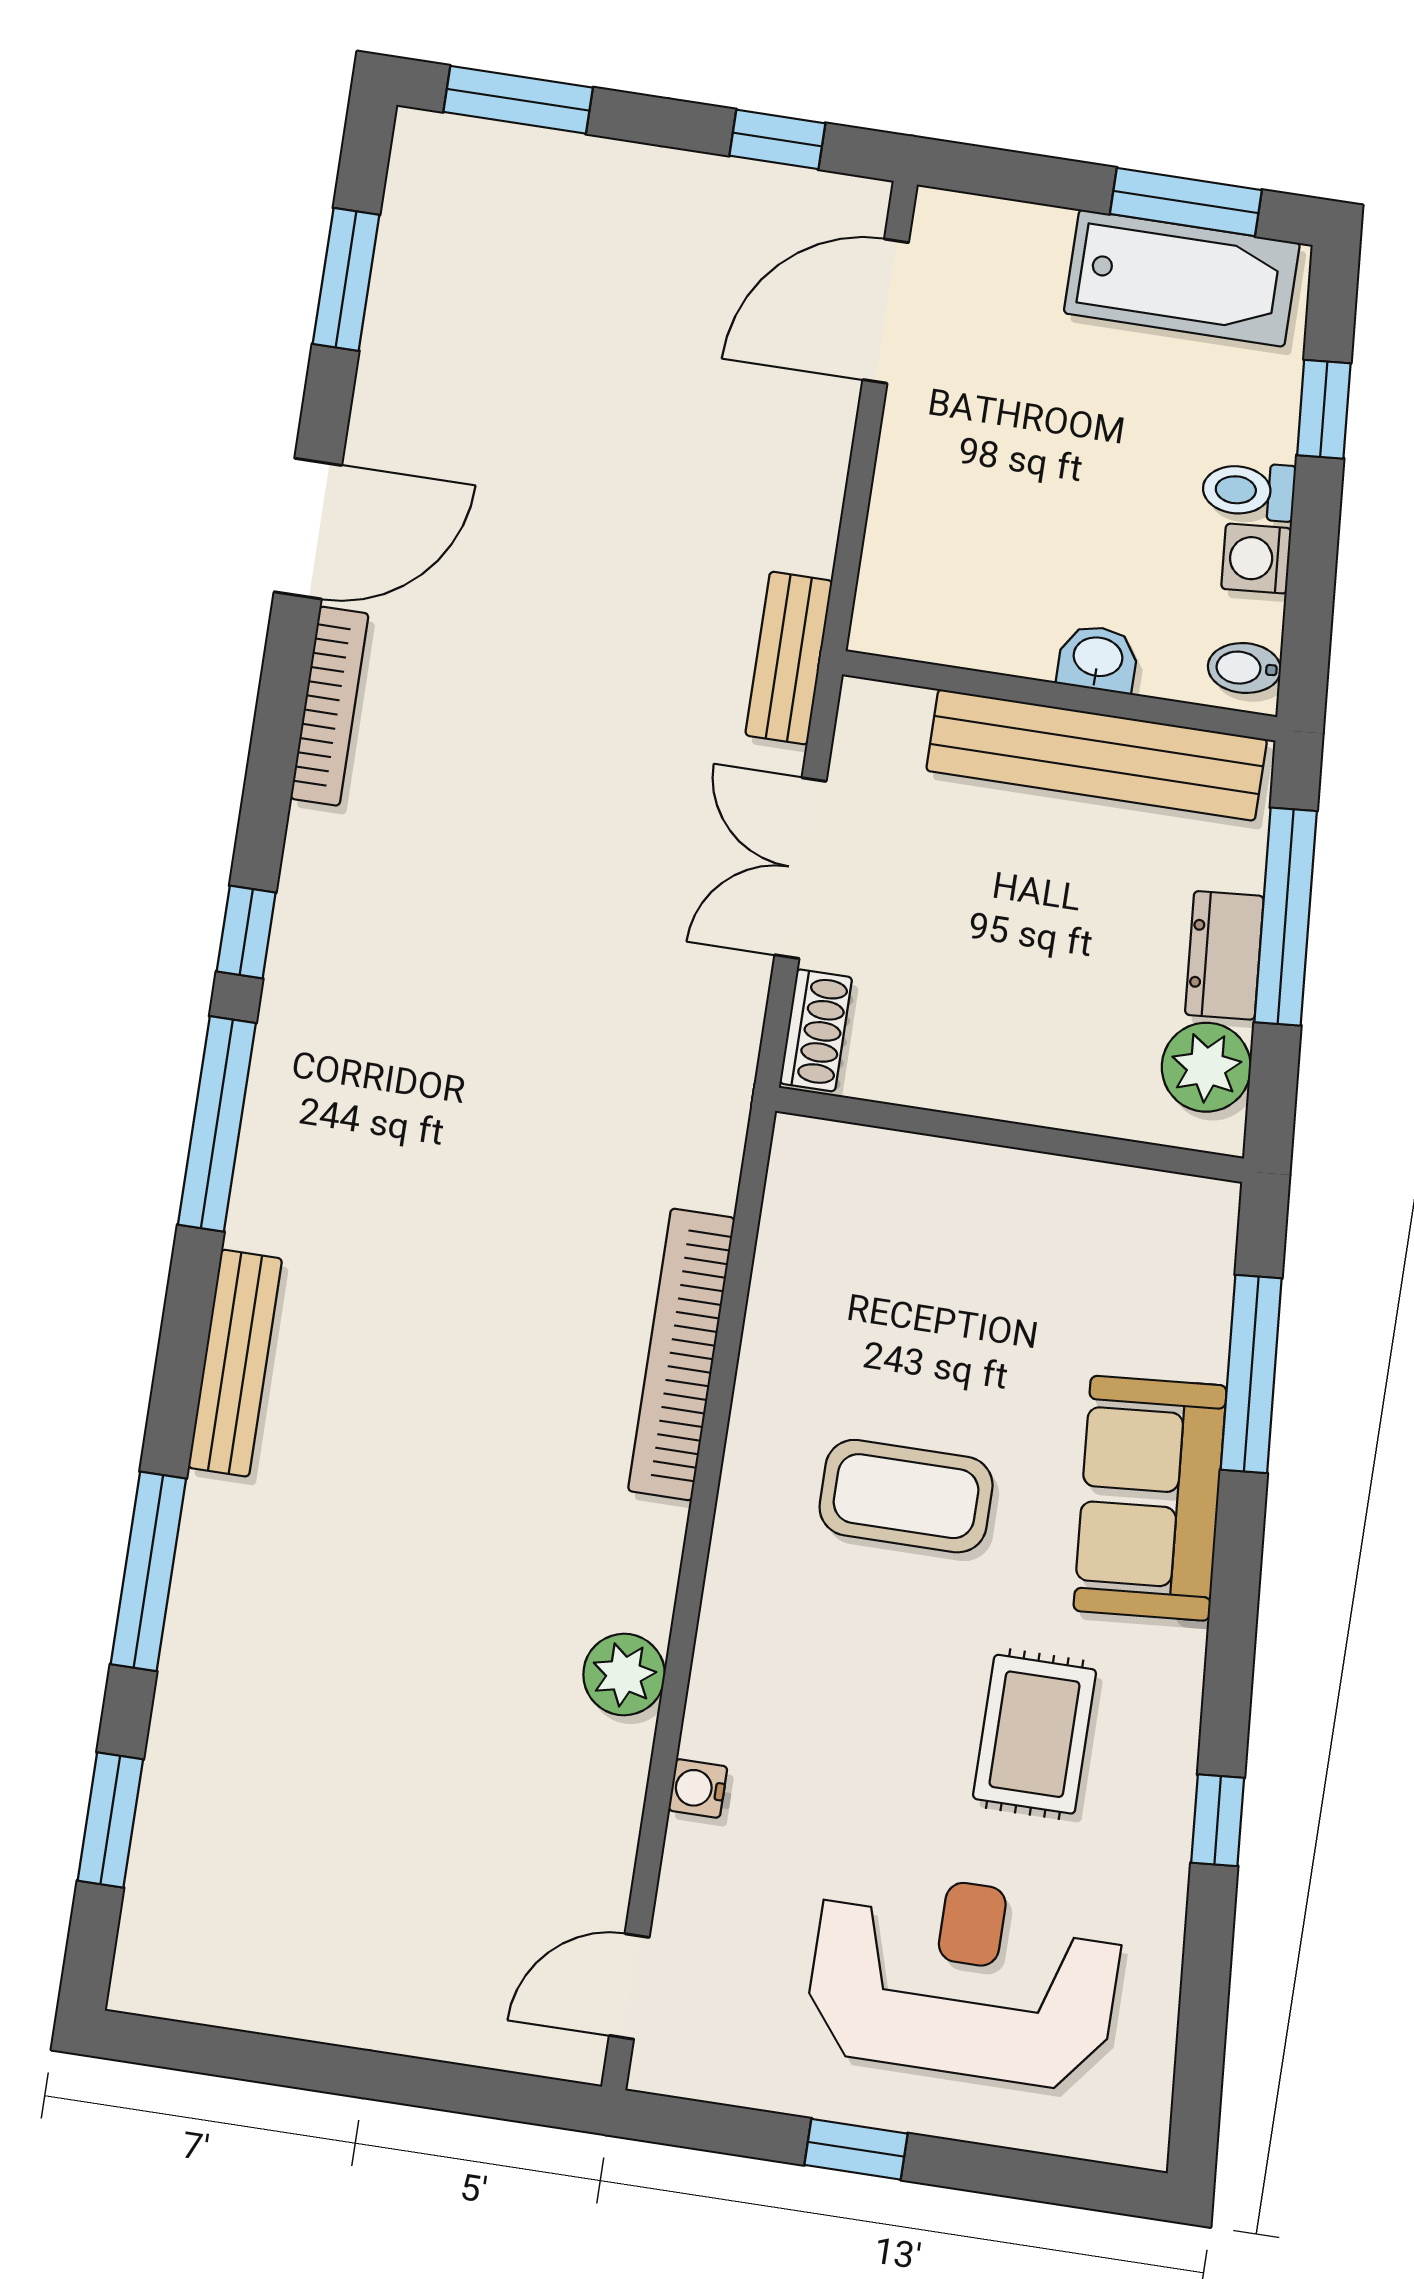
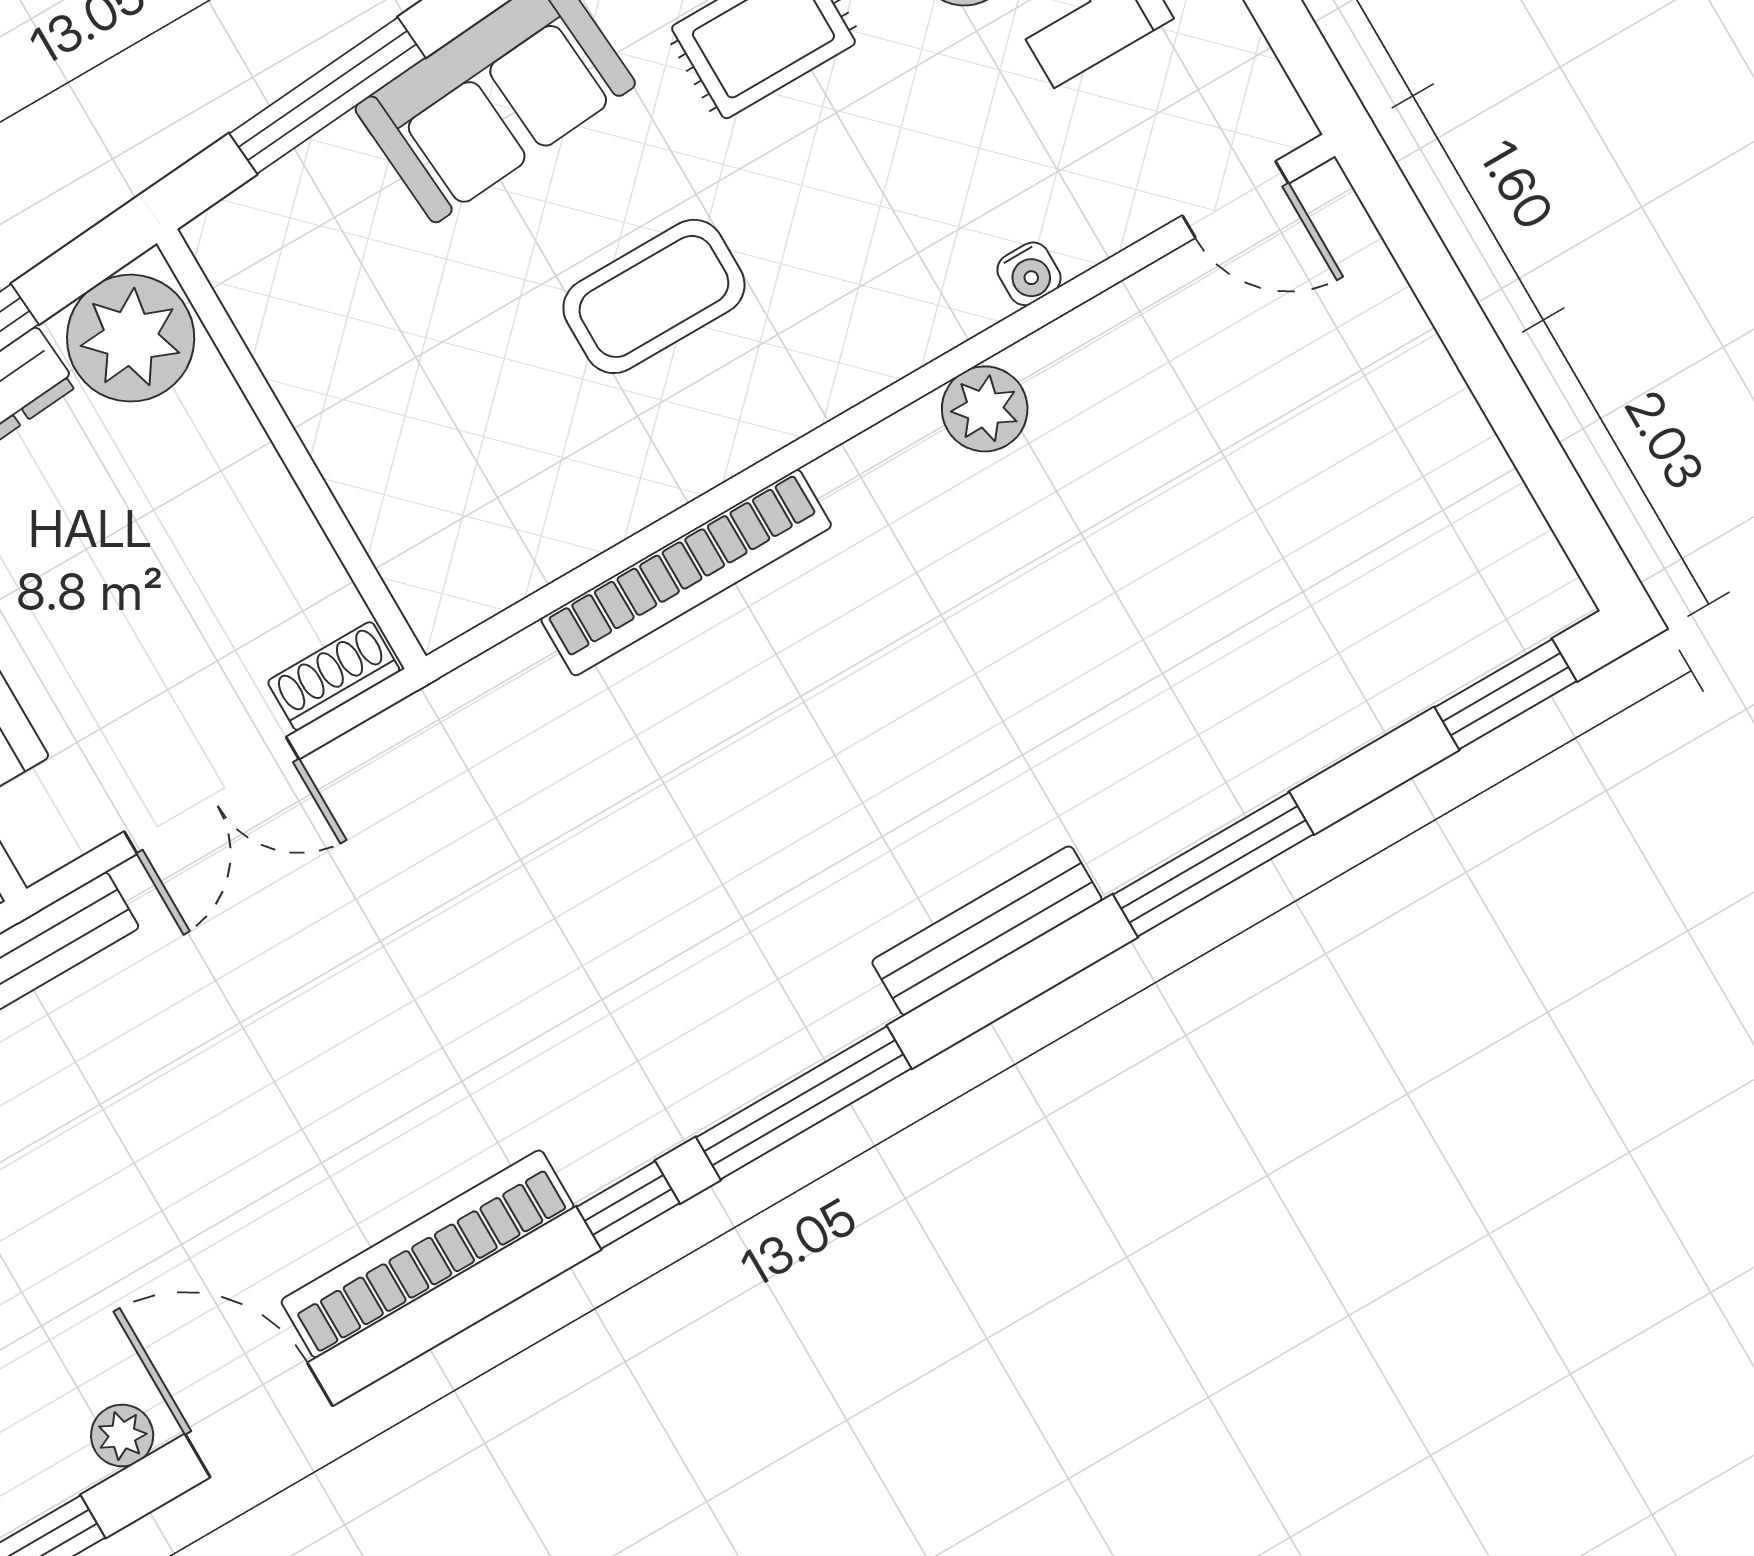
plant: (378, 418) -> (122, 1435), added
bookcase: (329, 706) -> (428, 1254), width x1.48, depth x1.31
plant: (1206, 1067) -> (131, 338), width x1.36, depth x1.36
coffee table: (906, 1496) -> (654, 296), turned 90
window: (110, 1820) -> (1506, 694), moved

